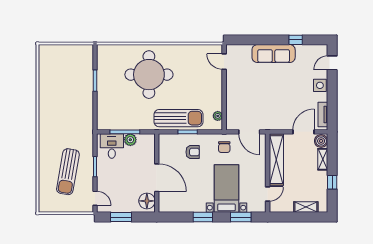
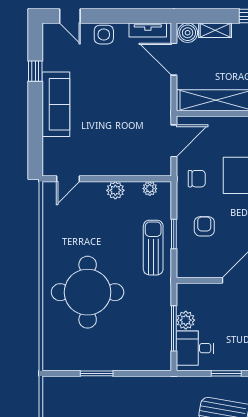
plant: (217, 93) -> (115, 190), added
sun lounger: (179, 118) -> (153, 248), width x0.73, depth x0.75

